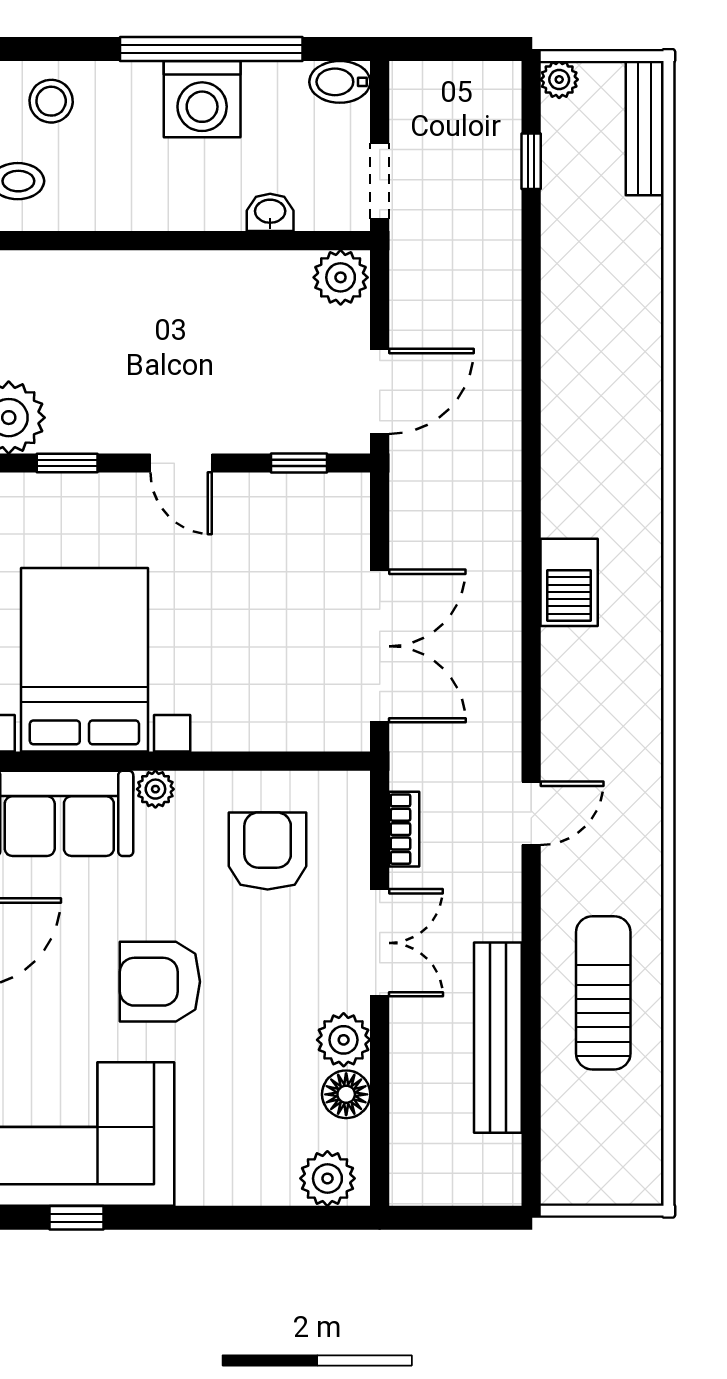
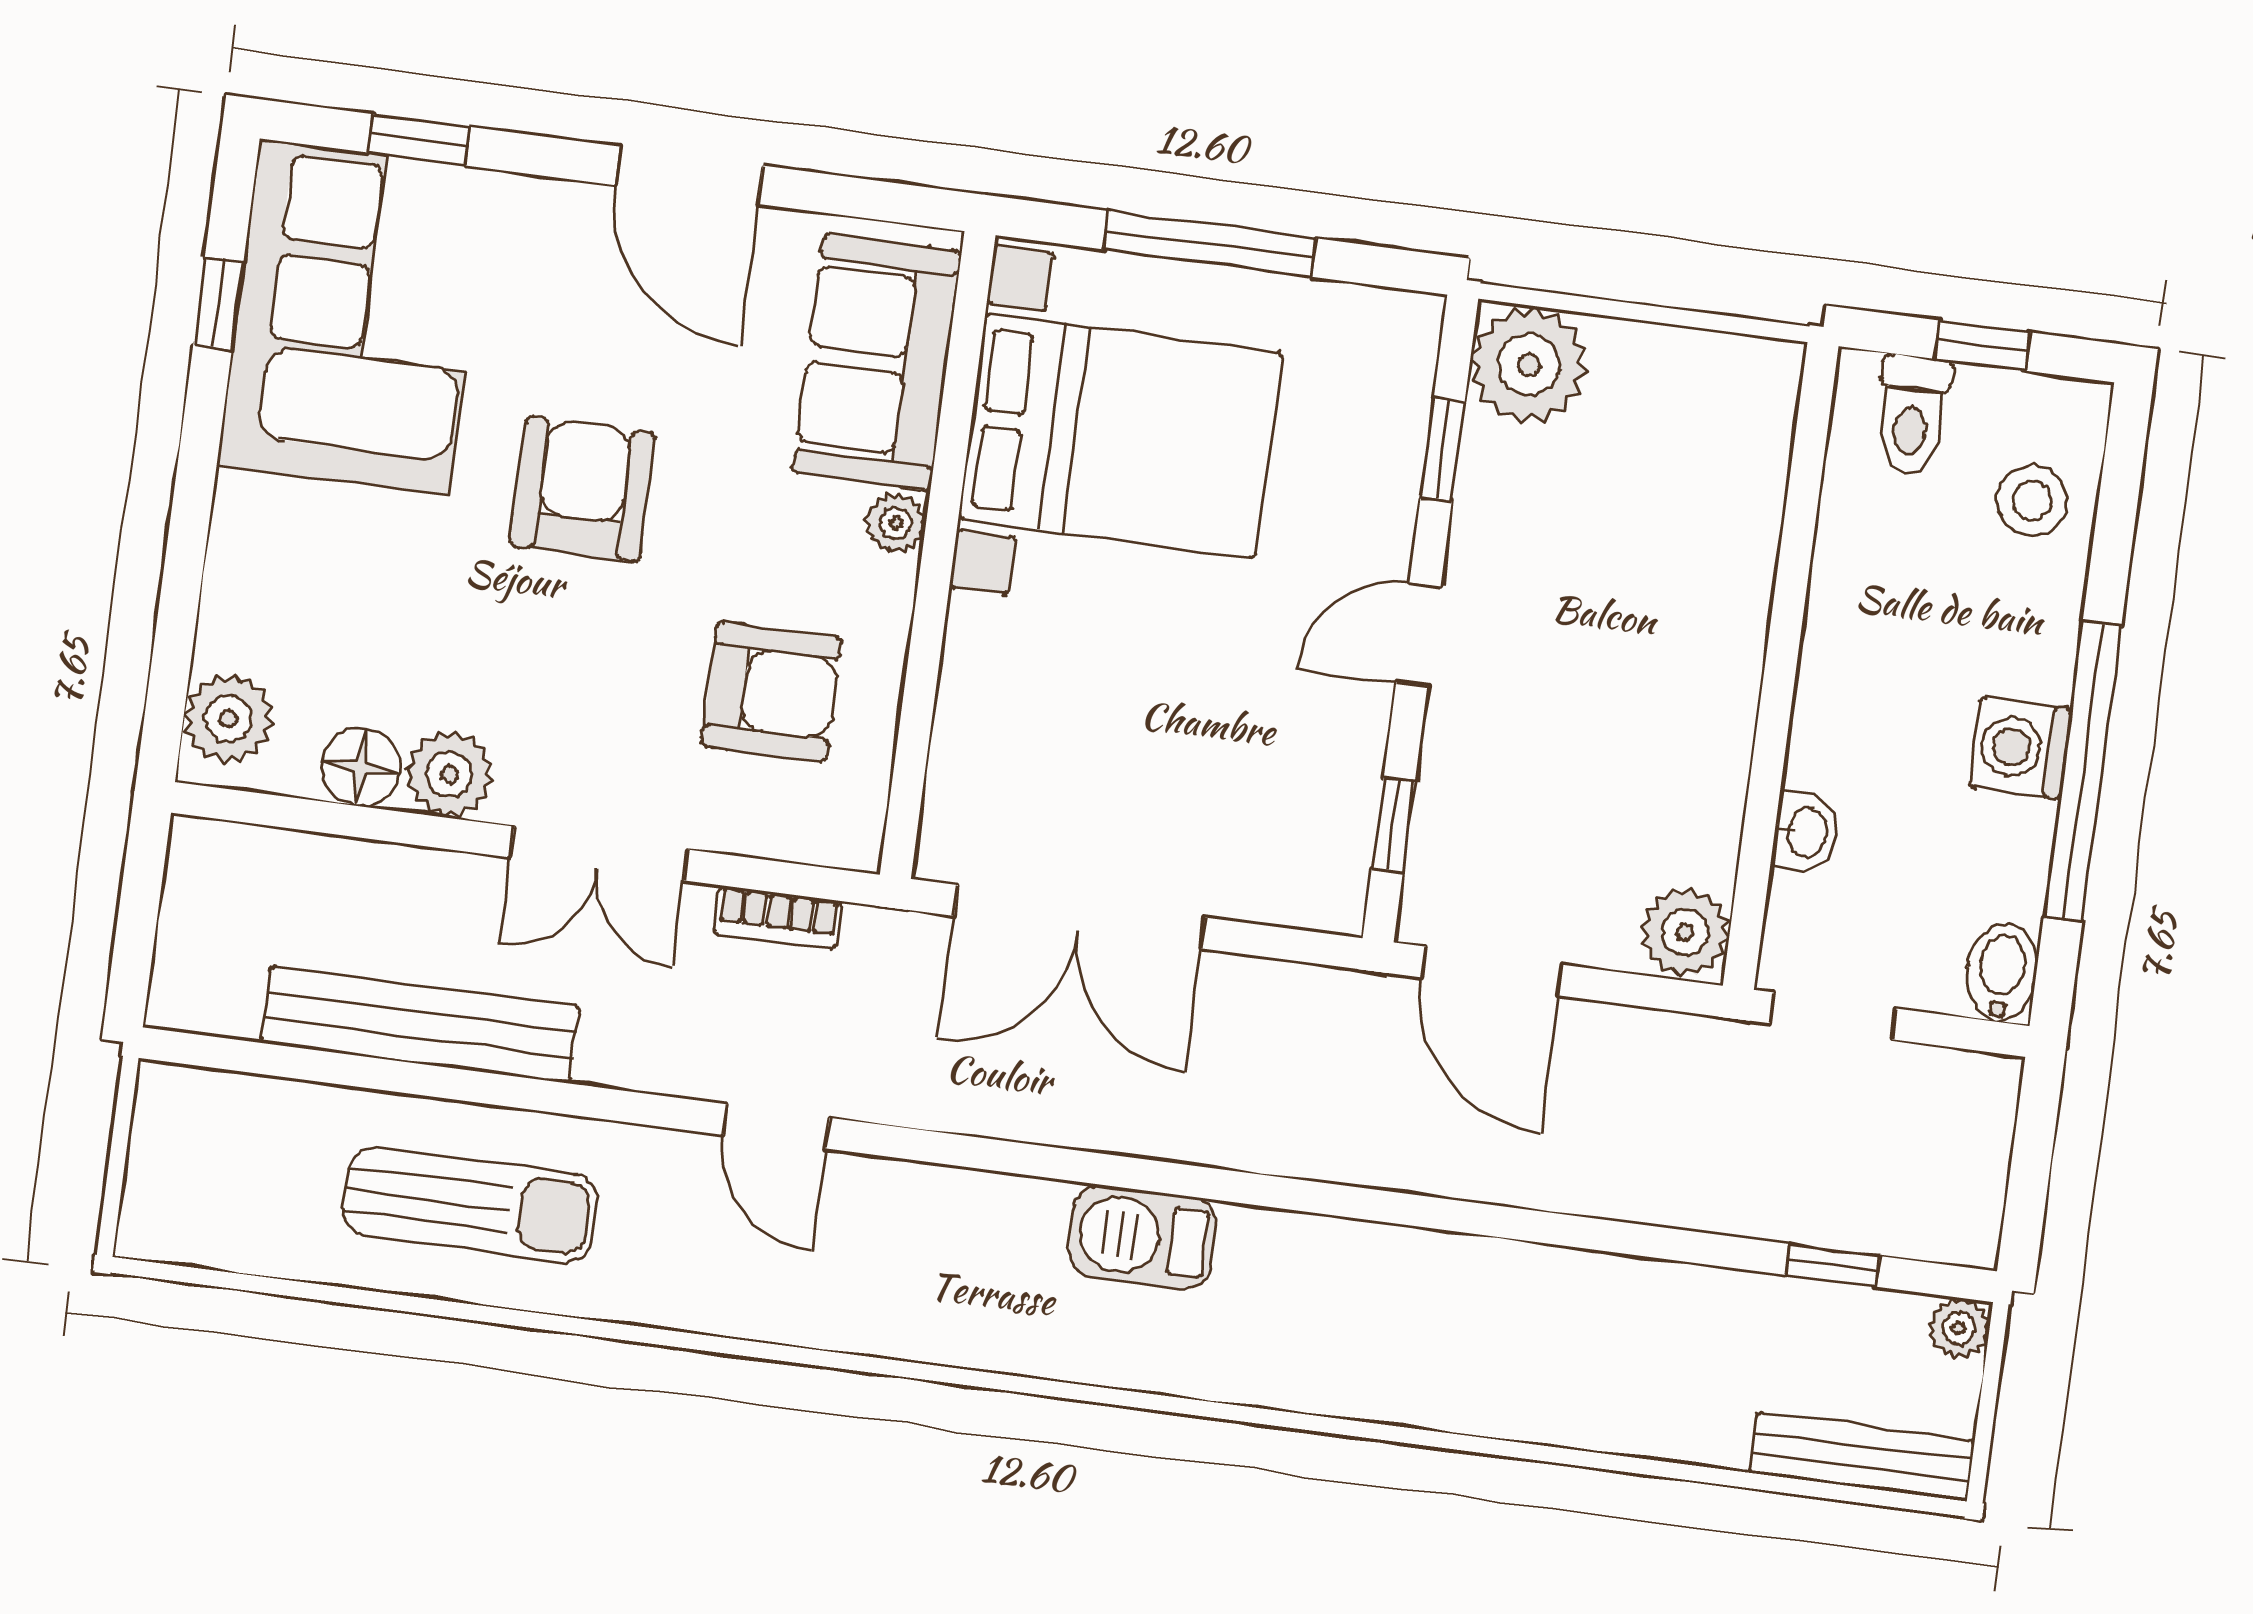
washing machine: (202, 99) -> (2020, 748), width x0.73, depth x0.73

